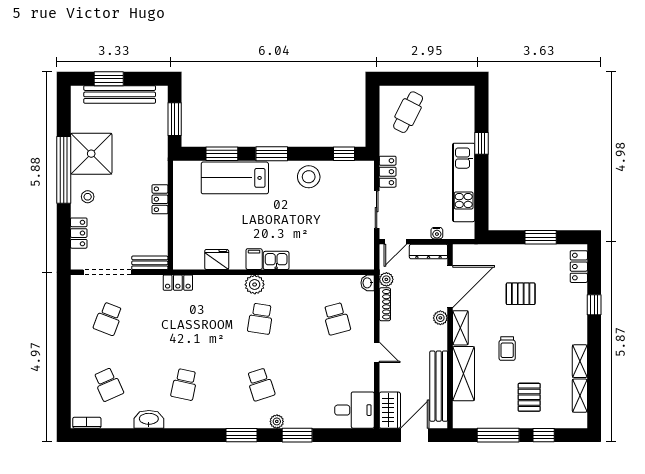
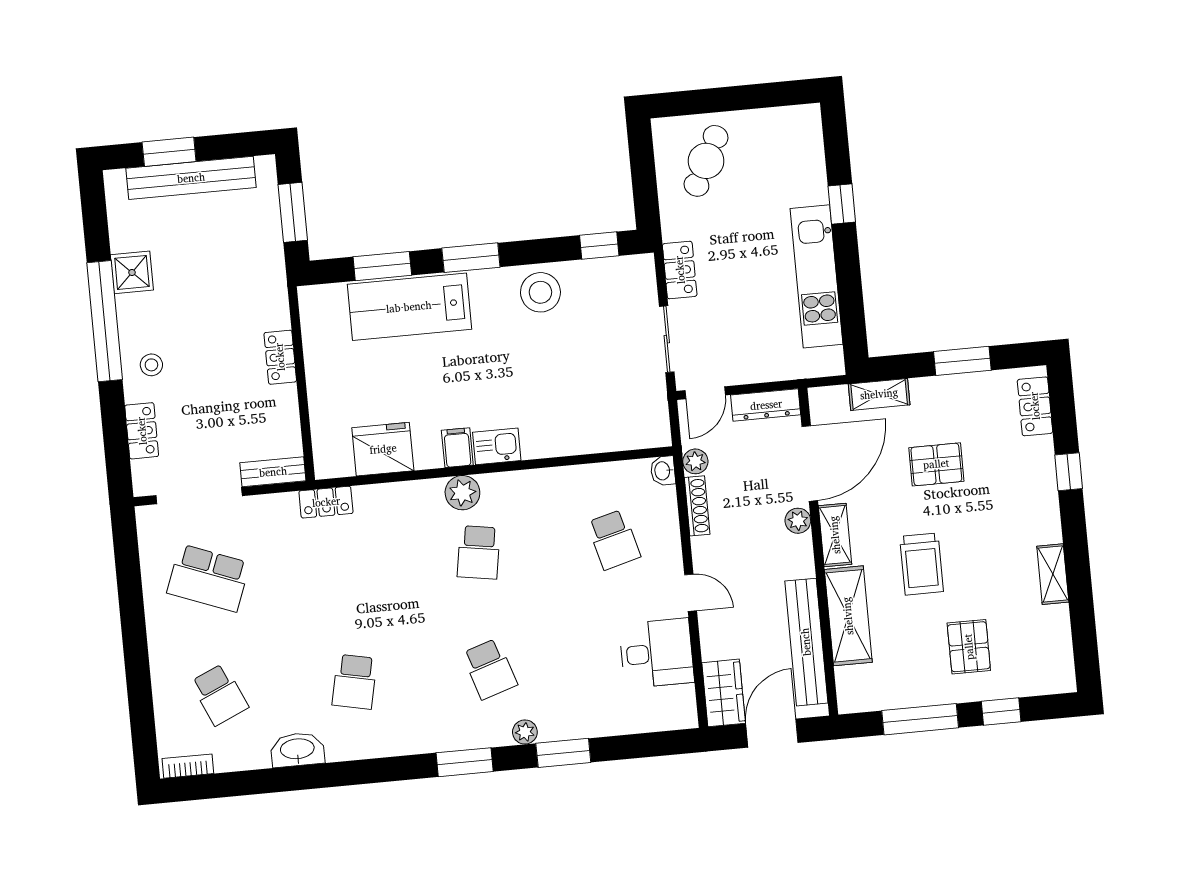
shower: (91, 154) -> (132, 272), width x0.54, depth x0.54
water cooler: (437, 233) -> (778, 371), removed
fridge: (217, 259) -> (383, 449), width x1.36, depth x1.34
school desk: (108, 319) -> (208, 578), width x1.85
trolley: (507, 349) -> (922, 564), width x1.36, depth x1.39
shelving: (580, 396) -> (879, 394), moved, turned 90
desk: (354, 410) -> (657, 653), moved

